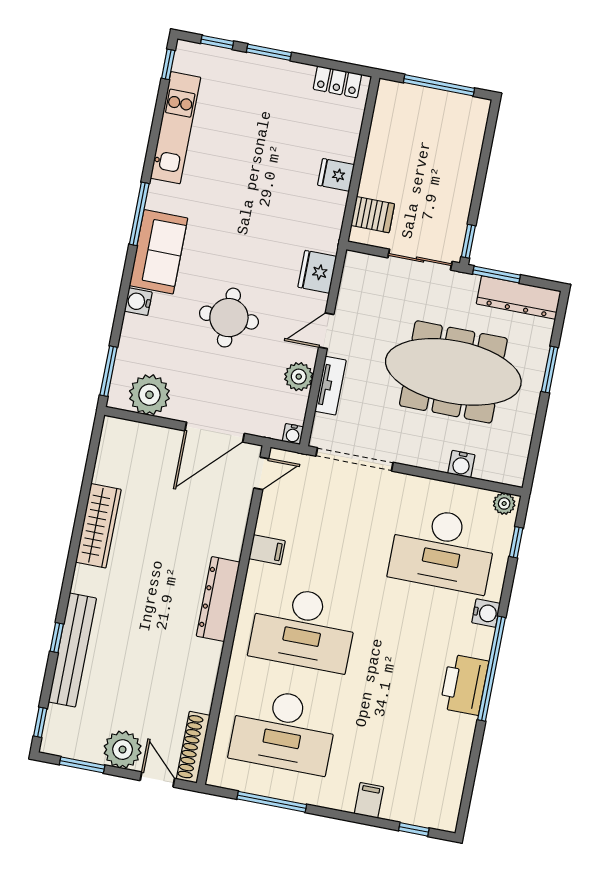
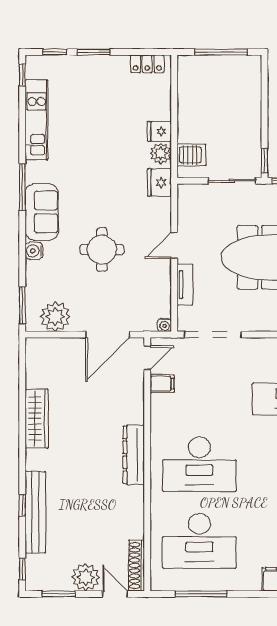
fridge: (317, 272) -> (159, 182), moved
plant: (299, 377) -> (161, 153), moved
filing cabinet: (267, 550) -> (162, 384), moved

